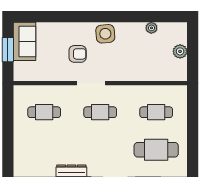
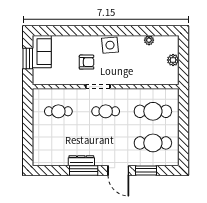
cafe table: (156, 112) -> (153, 111), width x1.37, depth x1.35

